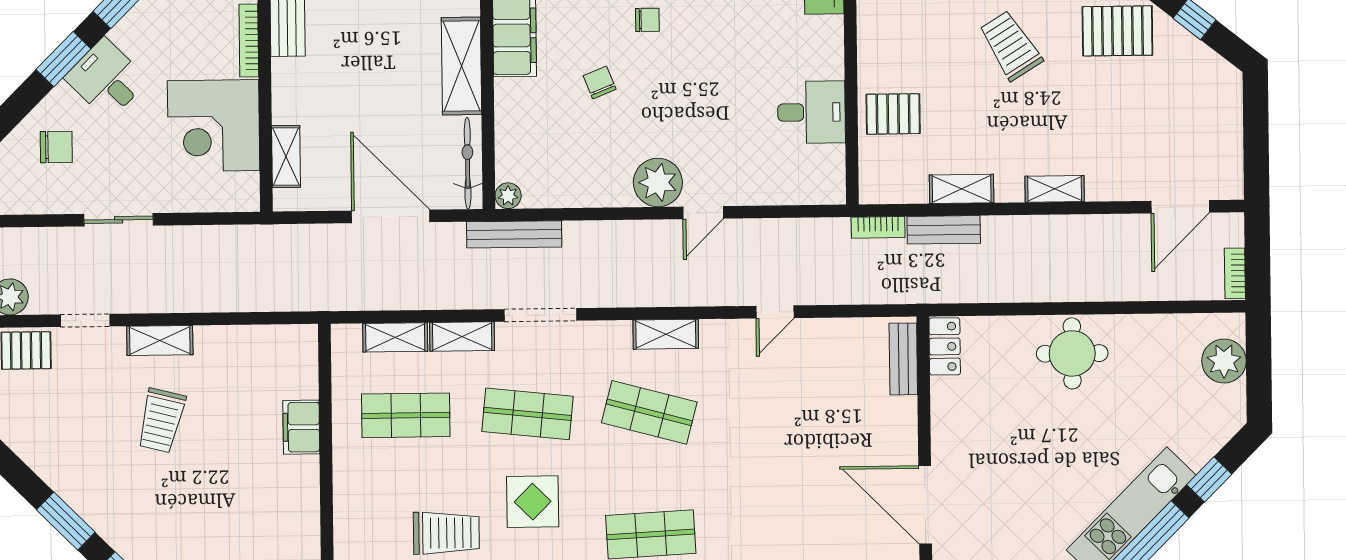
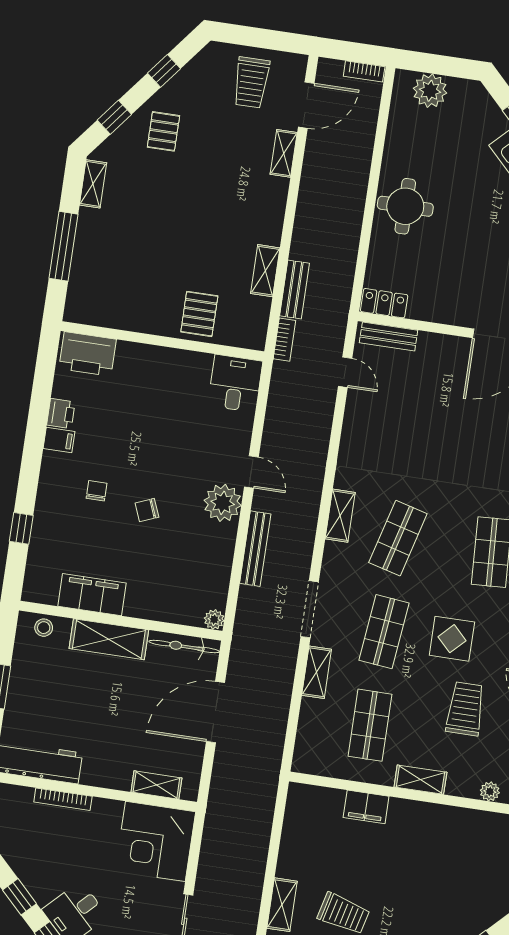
pallet: (1117, 31) -> (163, 131), width x0.67, depth x0.71
trolley: (1011, 46) -> (251, 82), moved, turned -58
chair: (600, 82) -> (147, 510), moved
desk: (812, 112) -> (235, 383), moved
corner desk: (214, 126) -> (155, 841), moved, turned 90
shelving: (1055, 189) -> (284, 153), moved
door: (1180, 207) -> (306, 105), hinge flipped
bench: (514, 234) -> (255, 549), moved
door: (775, 312) -> (345, 372), moved
shelving: (395, 337) -> (420, 780), moved, turned 90

